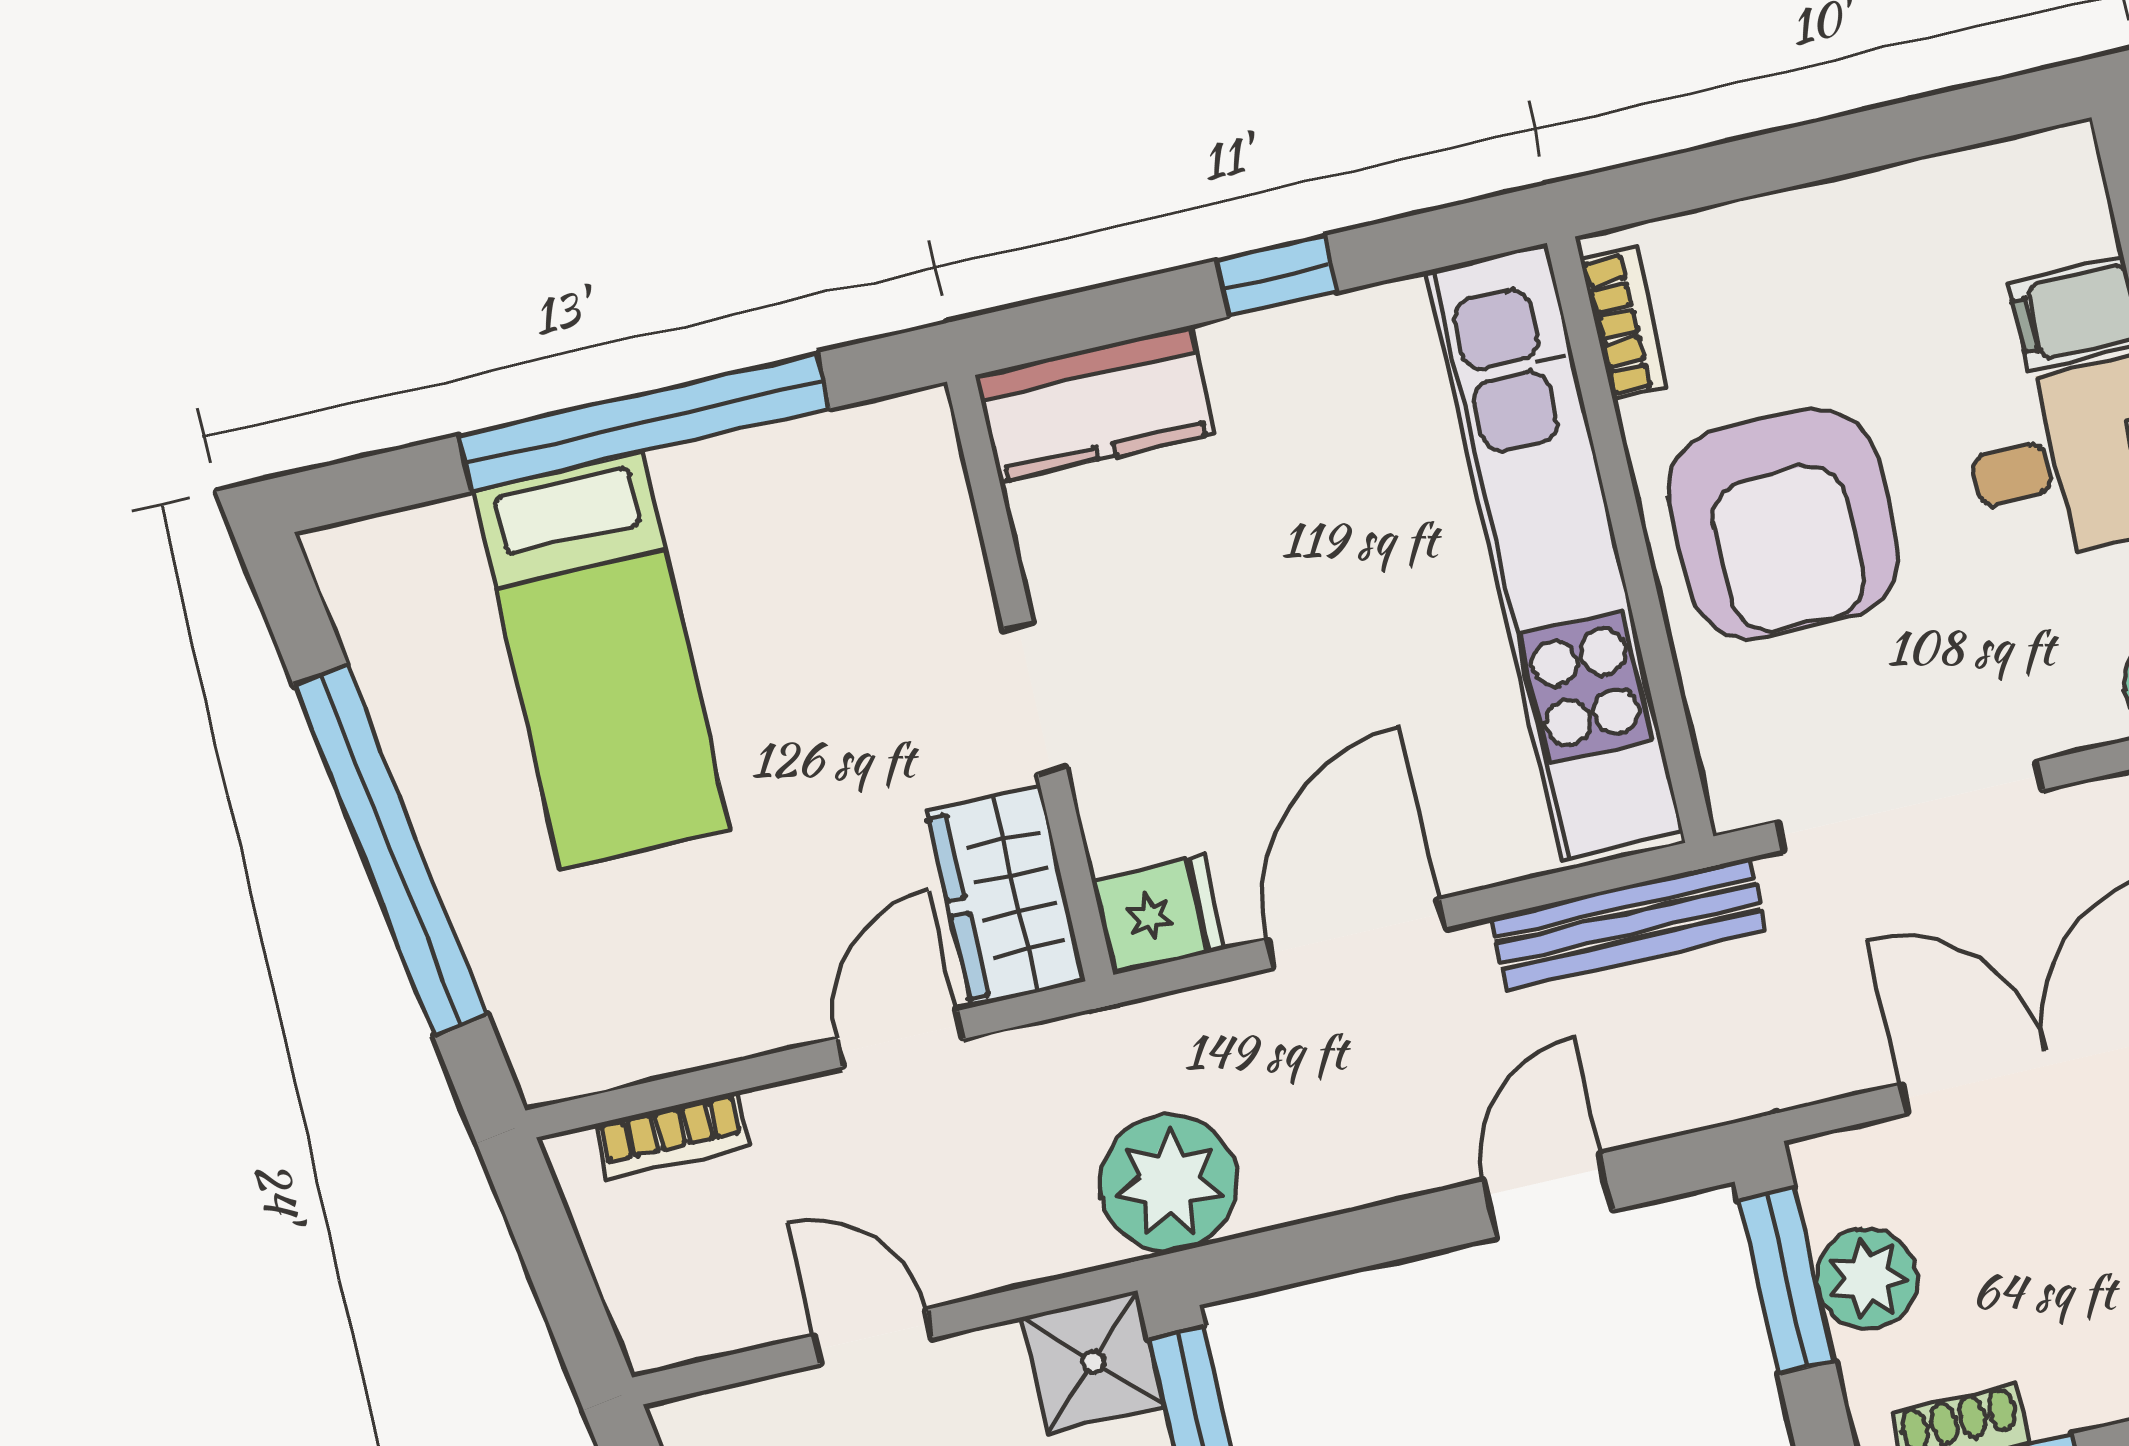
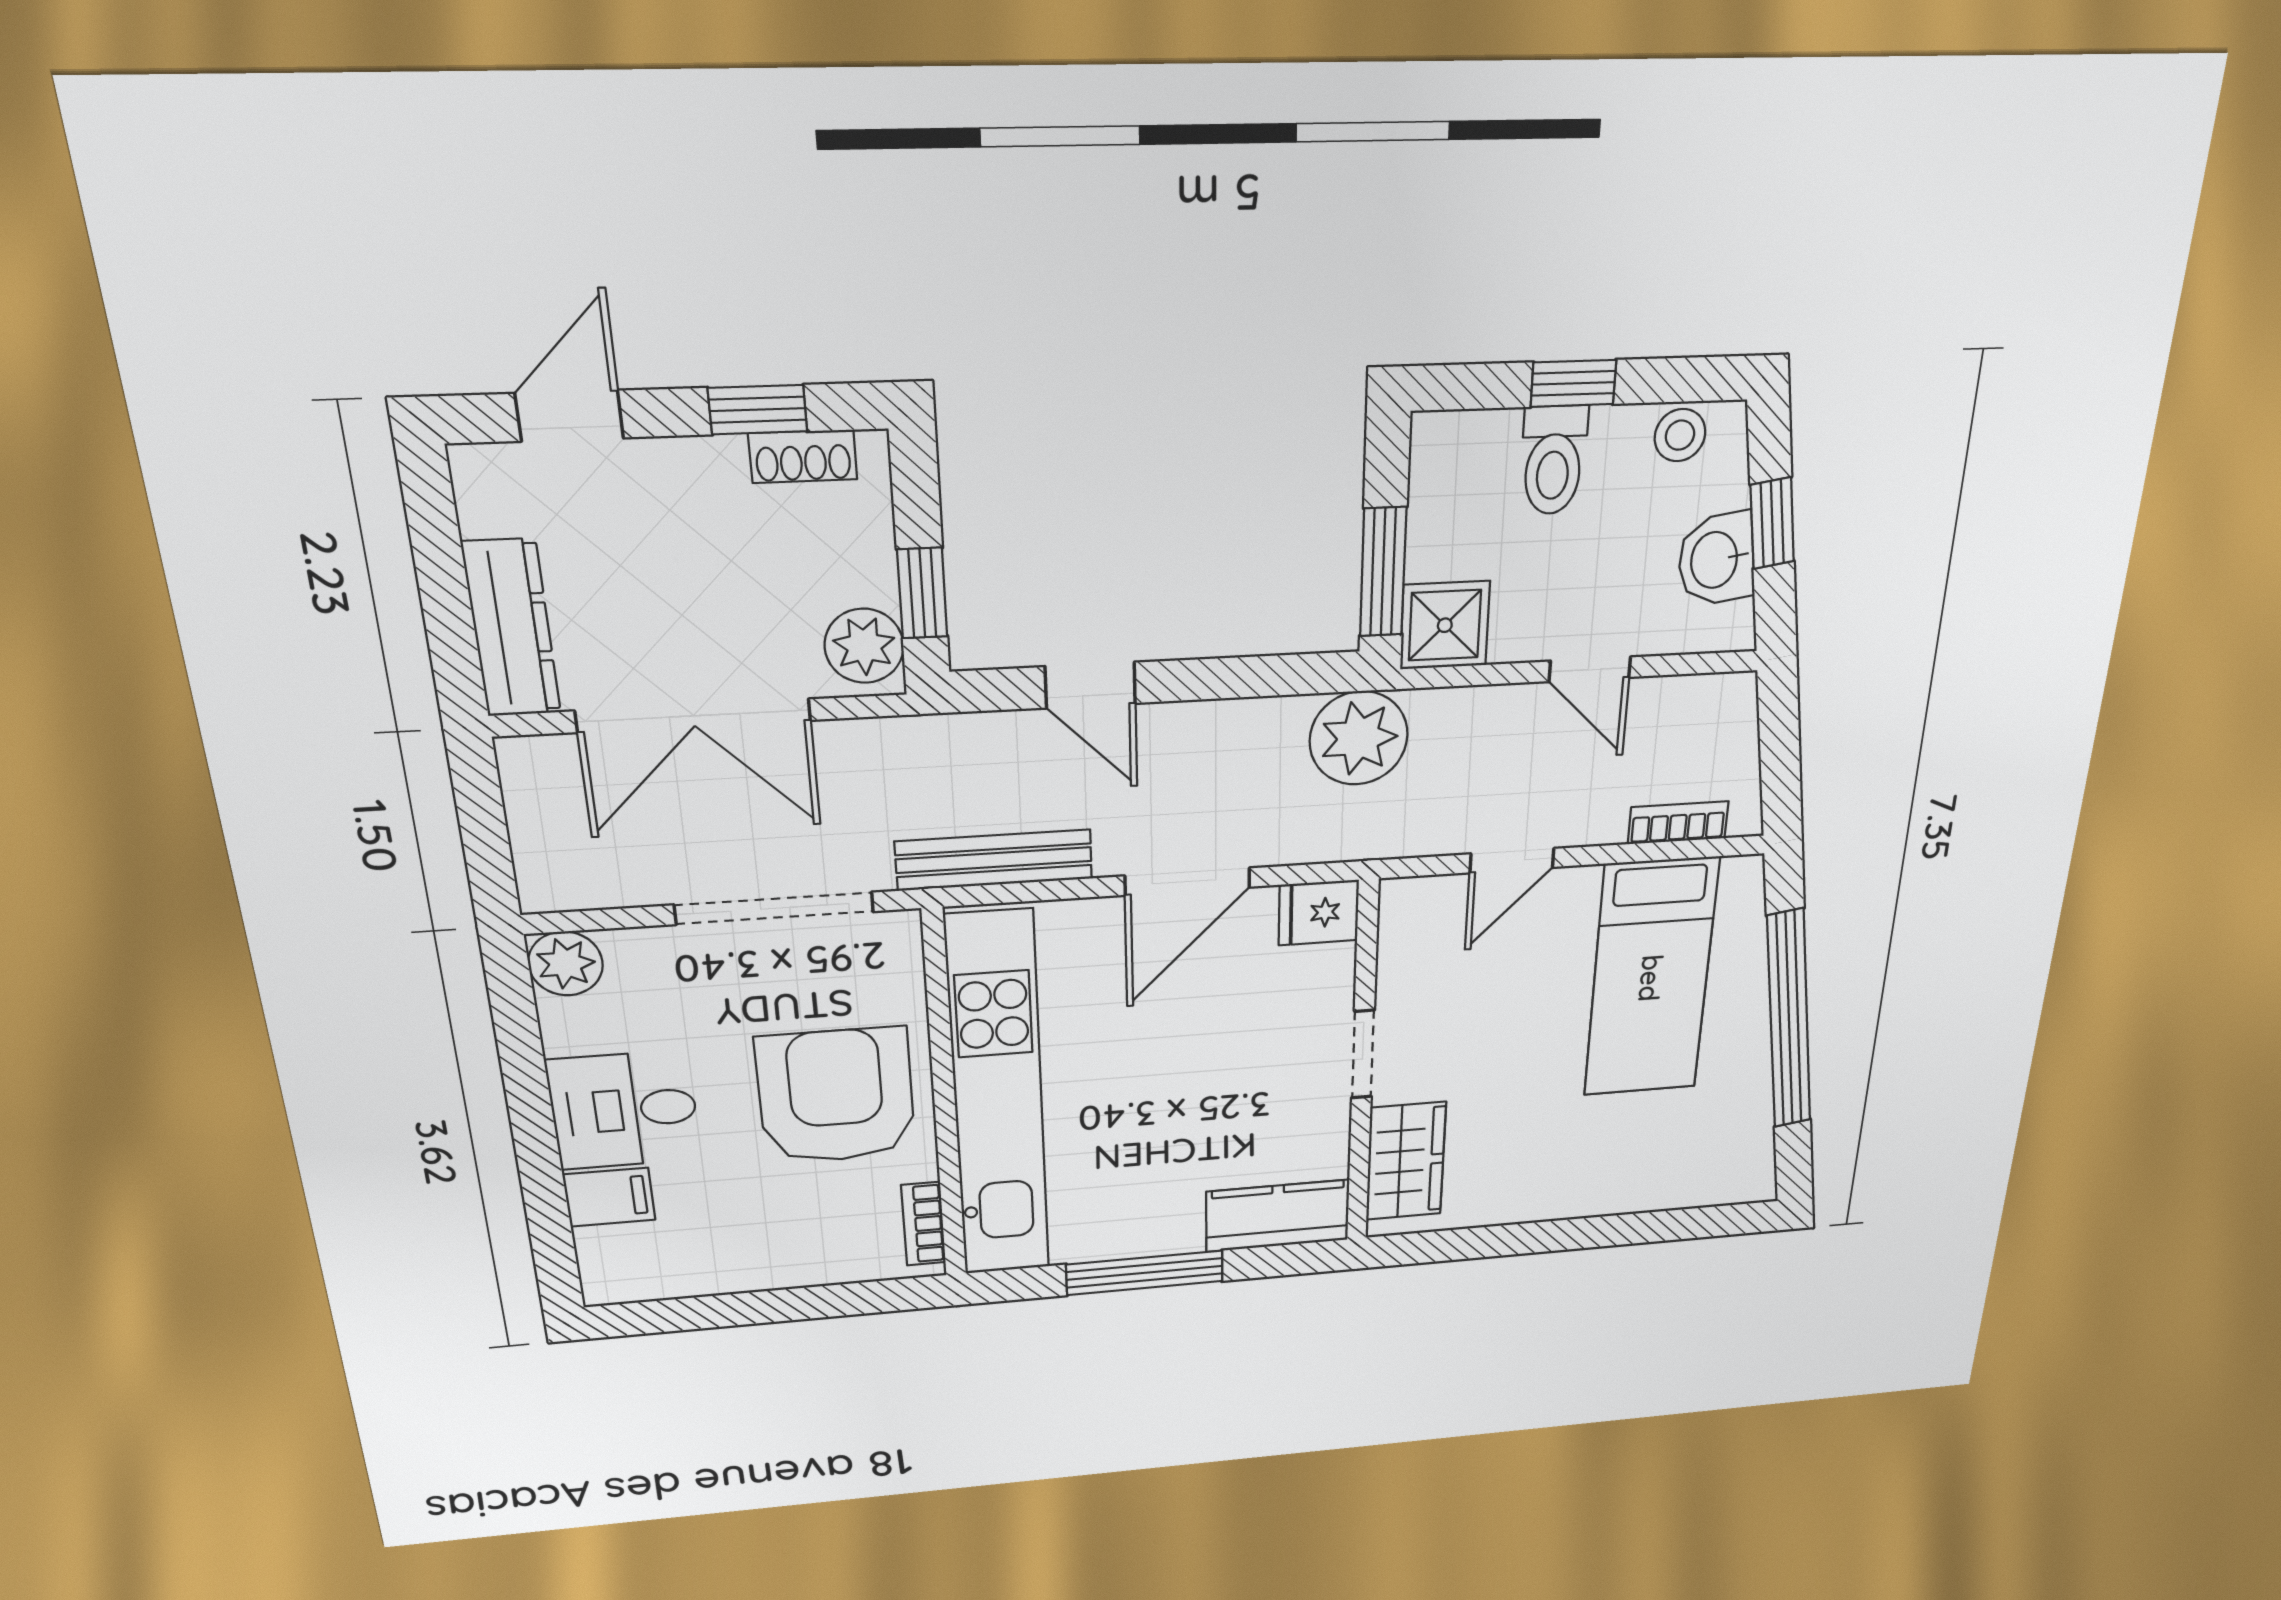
window: (1276, 276) -> (1145, 1273), width x2.17
window: (644, 422) -> (1554, 1236), removed
bed: (602, 660) -> (1651, 978), moved, turned 180
wardrobe: (1006, 896) -> (1406, 1161), moved
door: (1548, 1195) -> (1090, 685), hinge flipped
plant: (1867, 1278) -> (864, 646), moved
window: (1787, 1281) -> (922, 593), width x0.67

